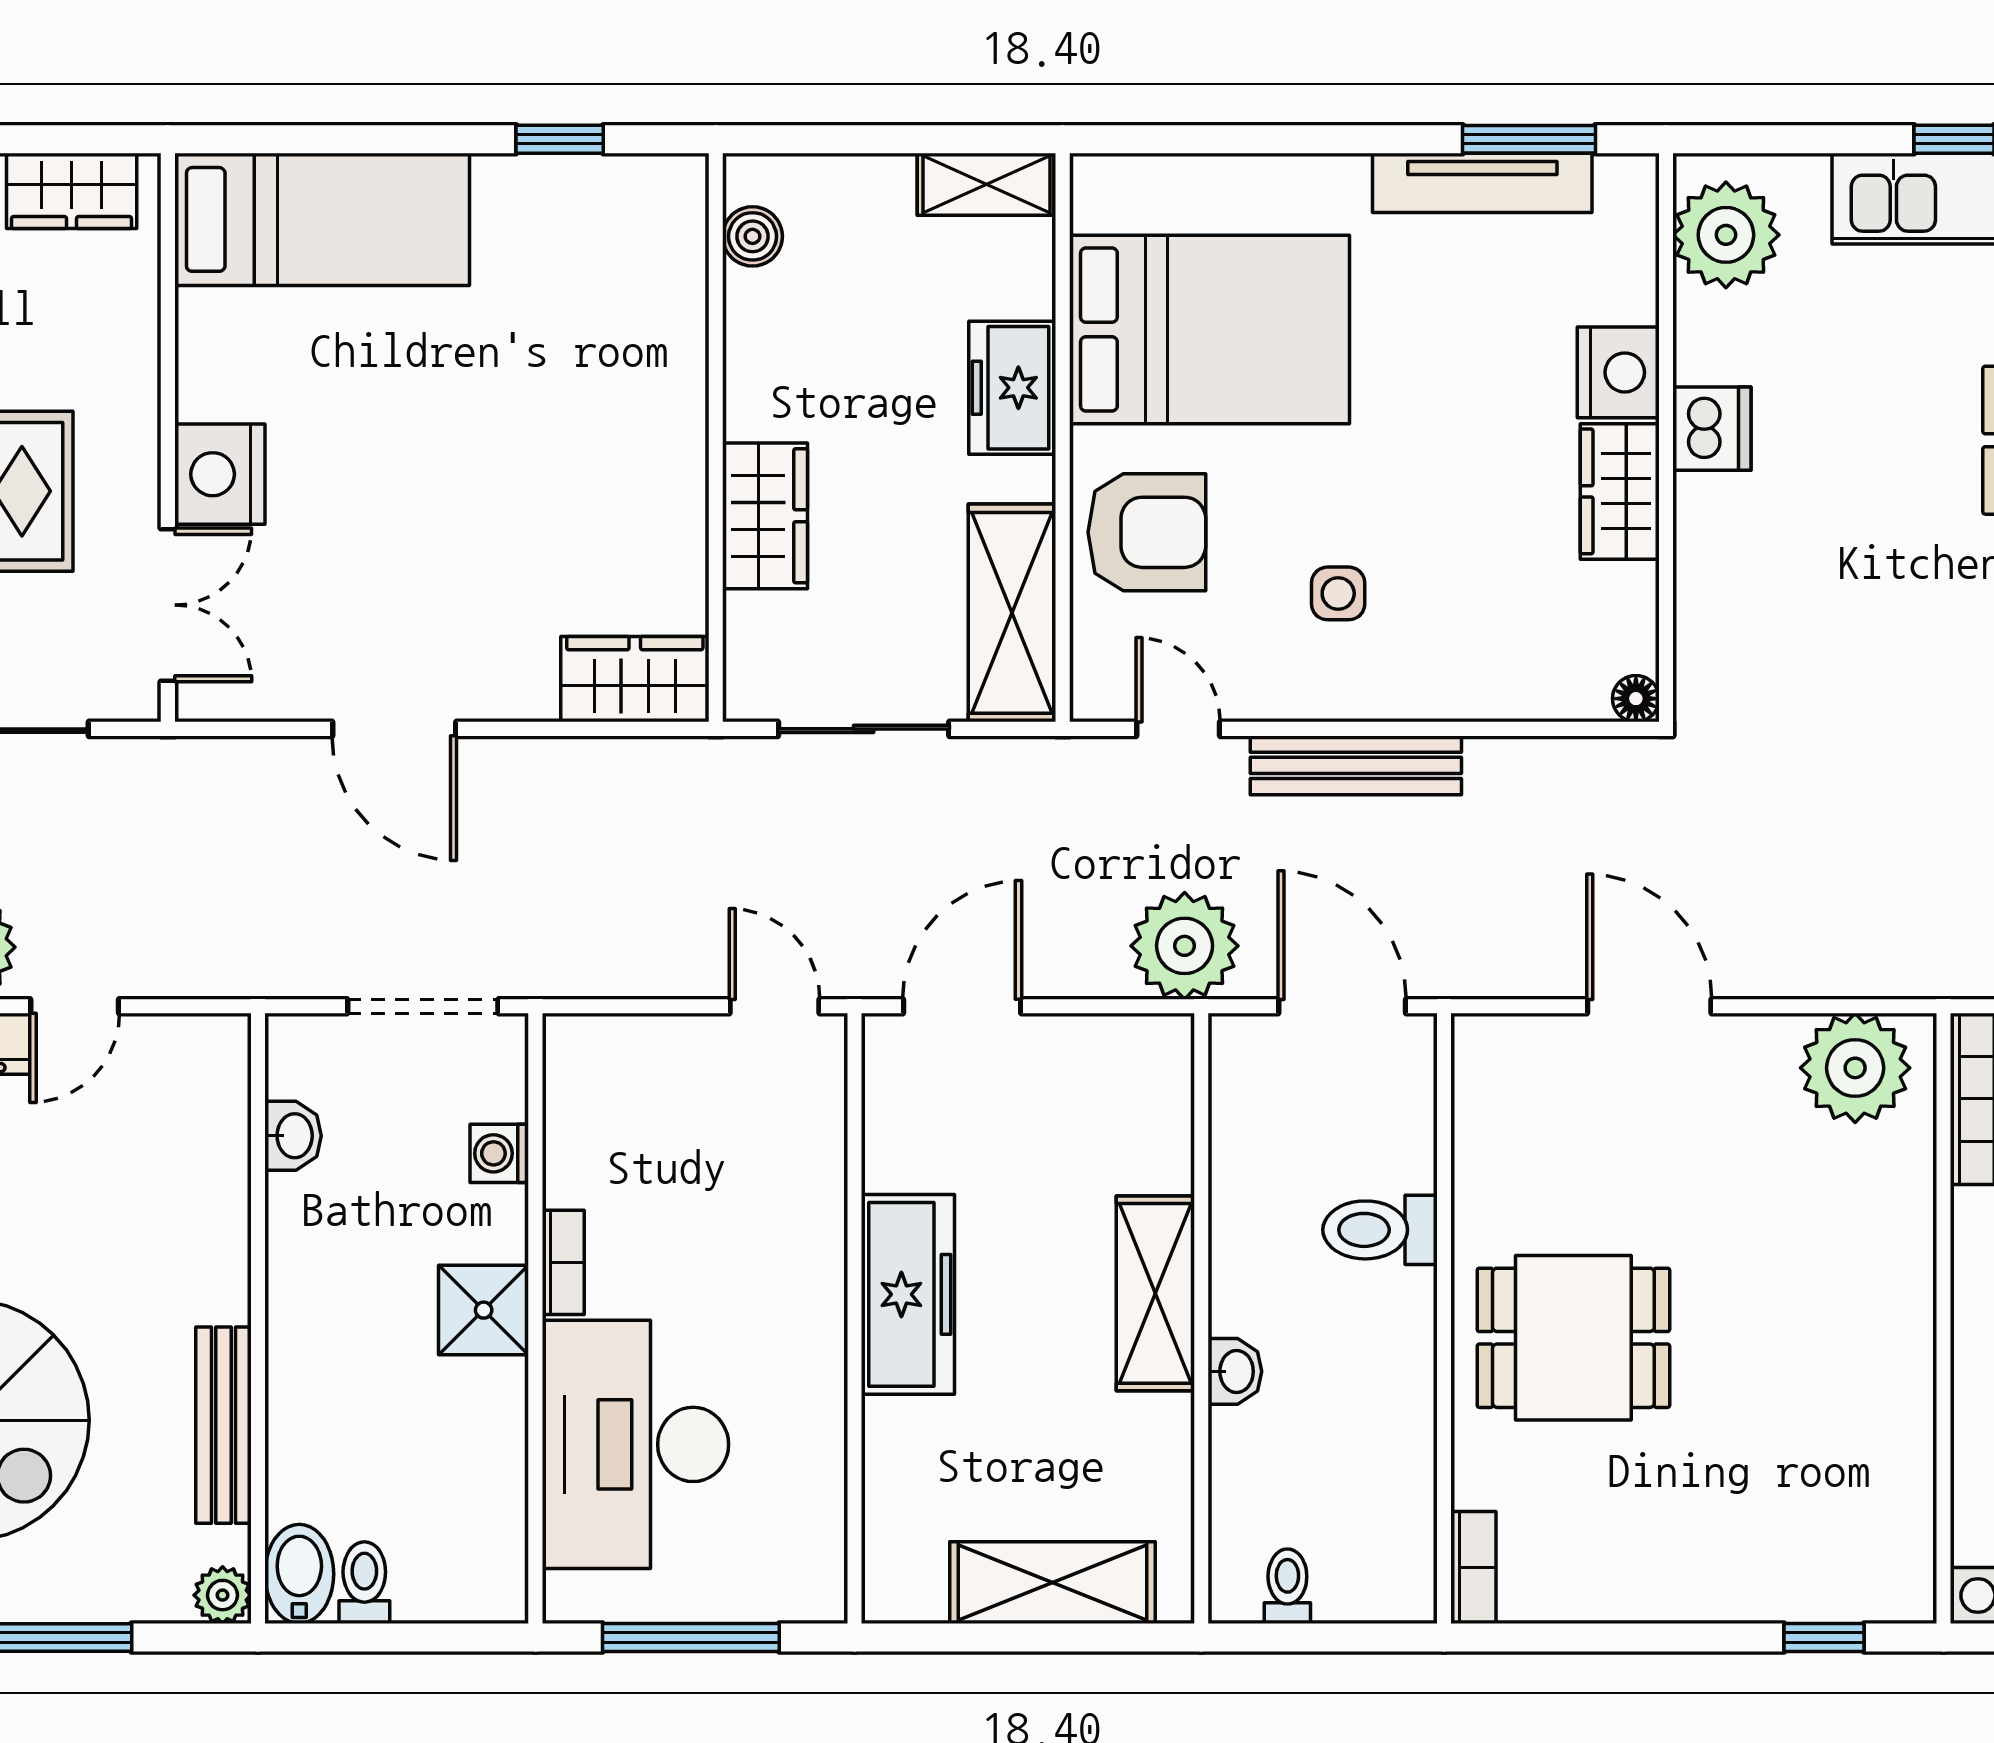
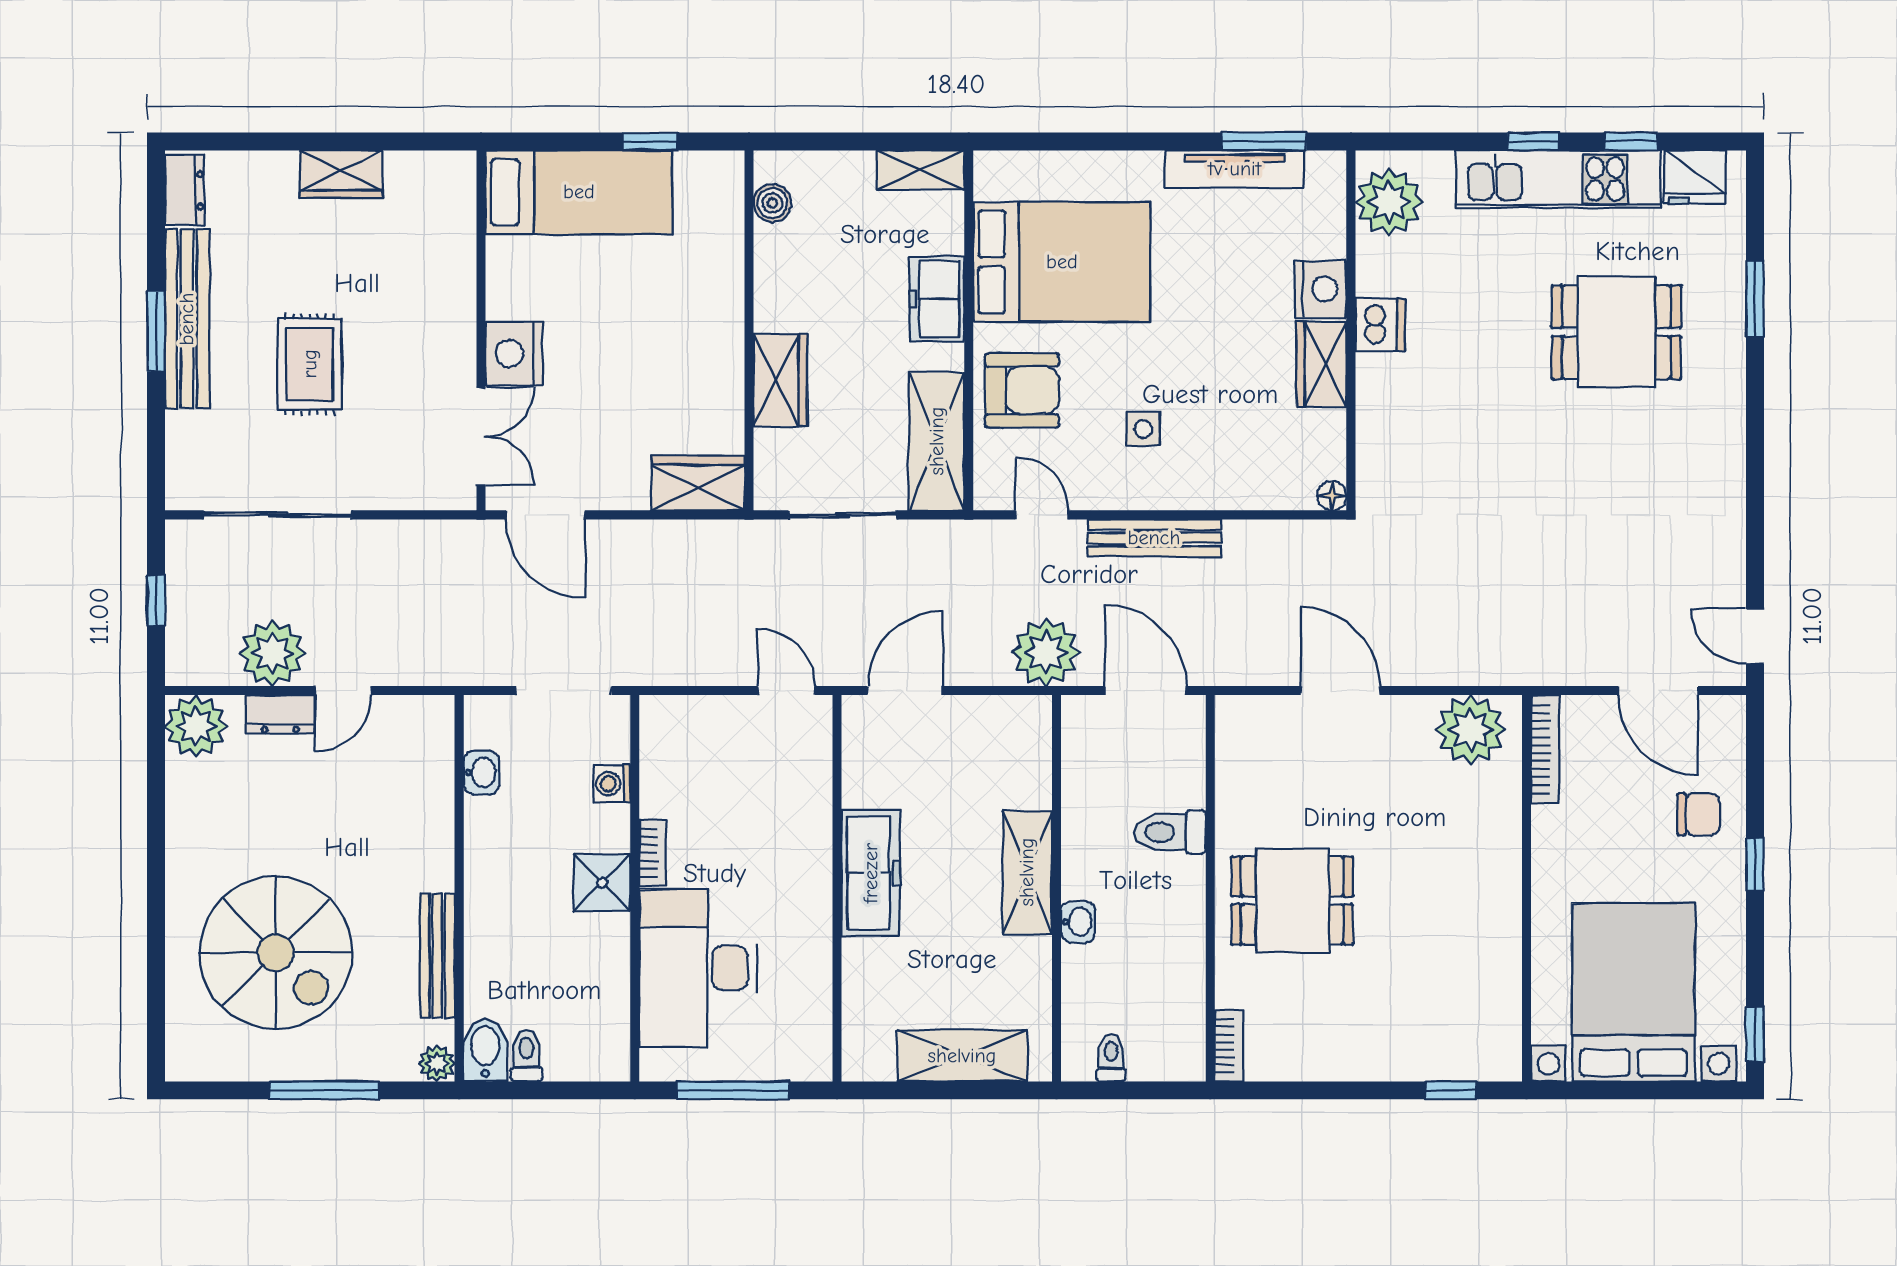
bed: (322, 219) -> (579, 192), moved
wall: (168, 438) -> (481, 330), moved
nightstand: (220, 474) -> (514, 354), moved
double door: (168, 605) -> (481, 436), moved

